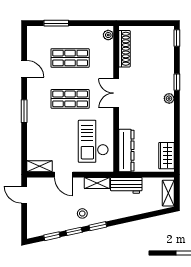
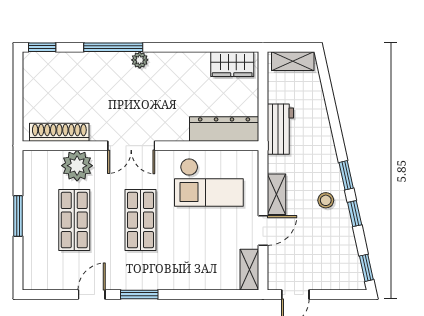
window: (56, 23) -> (18, 216), moved
plant: (108, 35) -> (77, 166), moved, width x1.87, depth x1.87
window: (177, 82) -> (113, 47), width x2.17
window: (24, 111) -> (139, 294), moved
shelving: (97, 183) -> (276, 194), moved
window: (52, 236) -> (366, 268), moved

